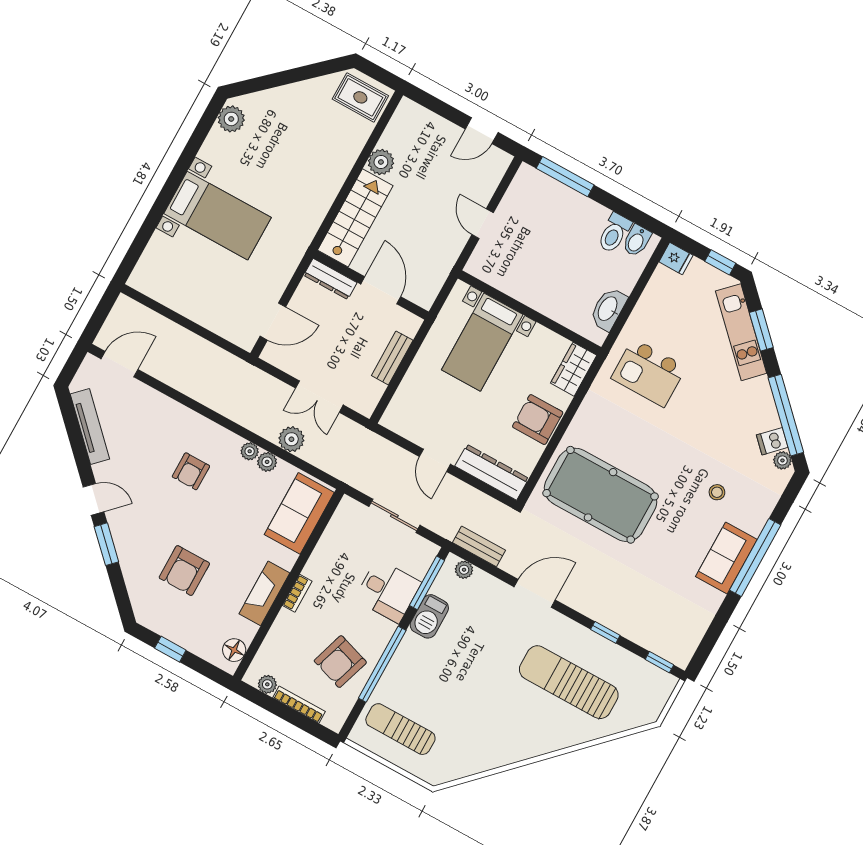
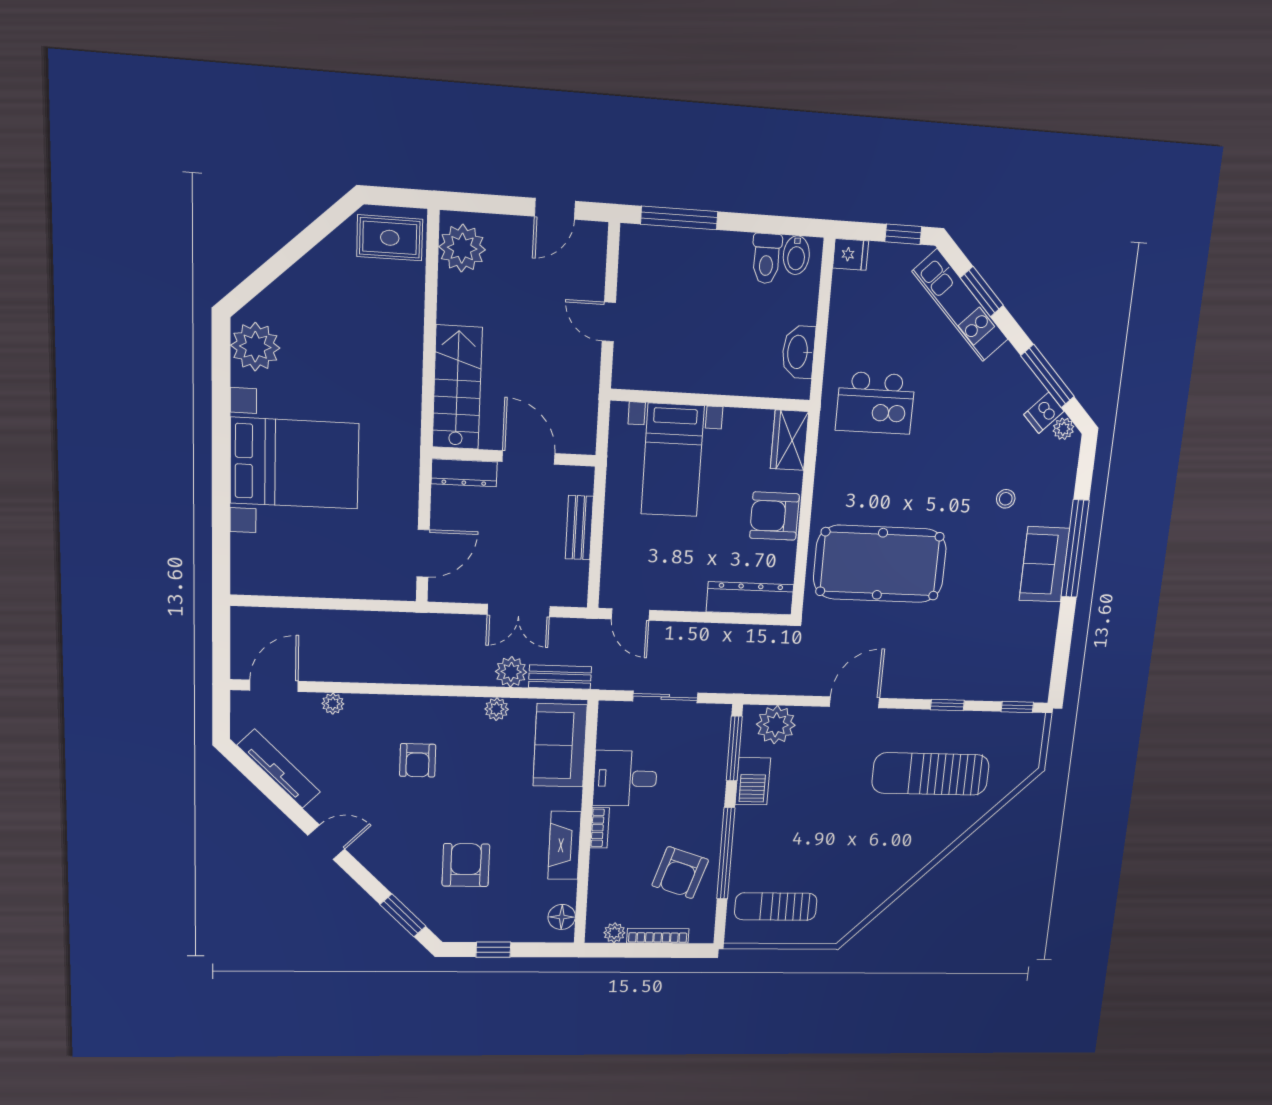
plant: (231, 119) -> (255, 347), width x1.36, depth x1.36
plant: (381, 162) -> (462, 248), moved, width x1.36, depth x1.36
bed with nightstands: (217, 216) -> (295, 463), width x1.36
window: (786, 415) -> (1048, 376), width x0.68
plant: (250, 451) -> (333, 704), moved
door: (435, 460) -> (630, 615), moved
window: (106, 544) -> (403, 915), moved
bench: (479, 546) -> (560, 677), moved
plant: (464, 570) -> (776, 725), width x1.87, depth x1.87
armchair: (184, 571) -> (466, 865), turned 180
desk: (388, 591) -> (625, 778), moved, turned 180

